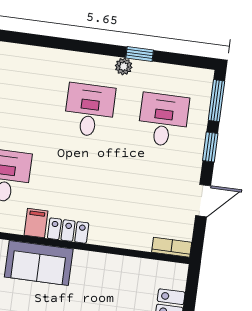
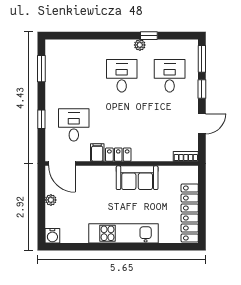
sofa: (39, 263) -> (137, 178), moved

